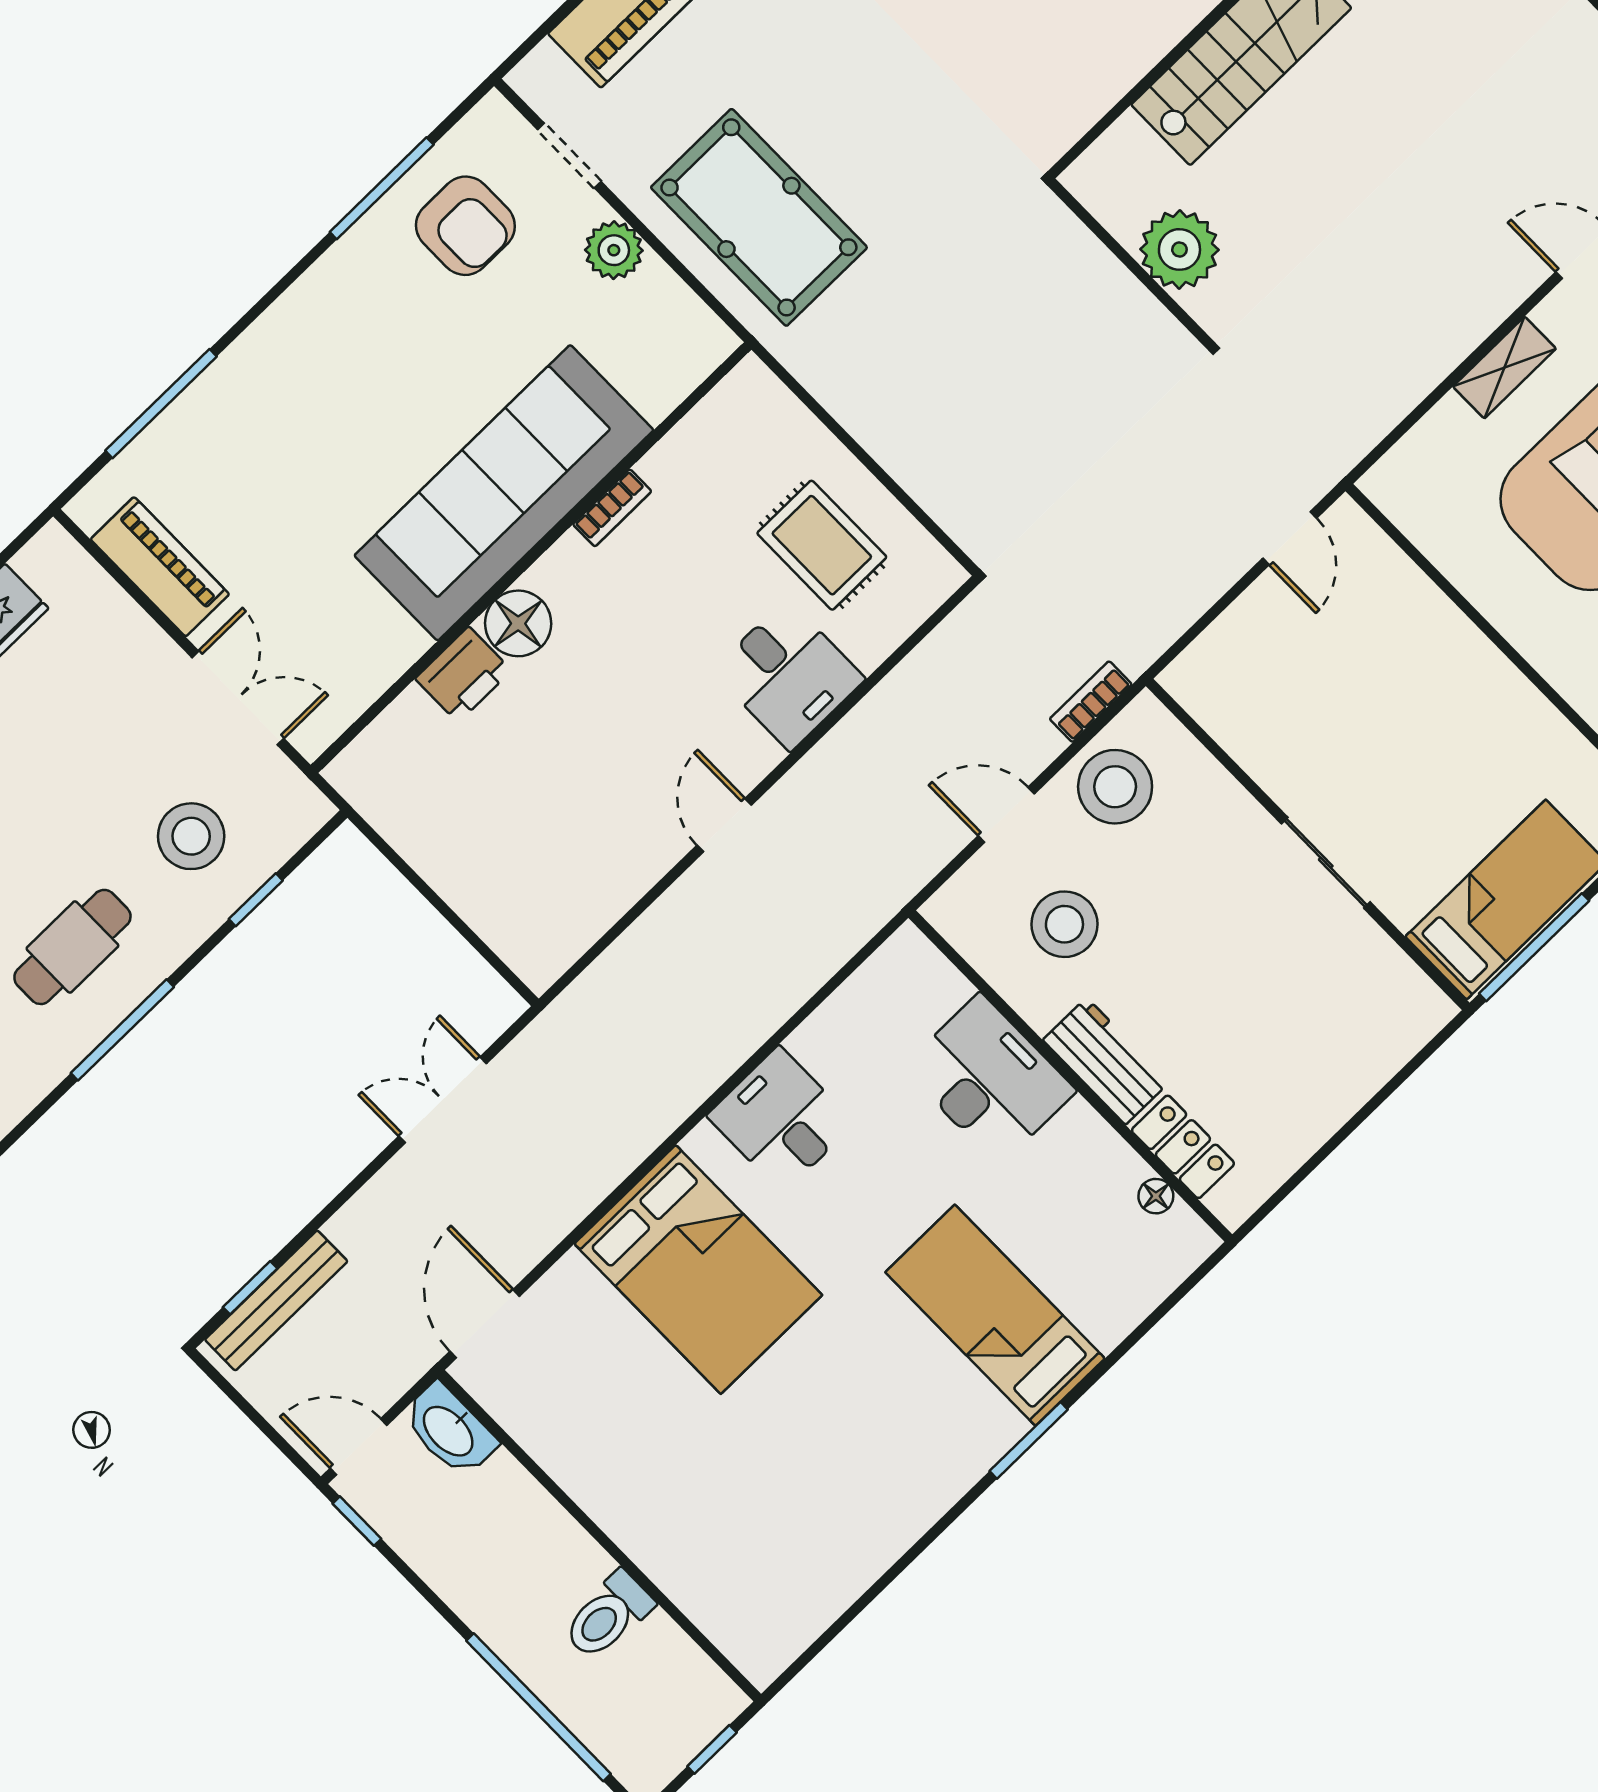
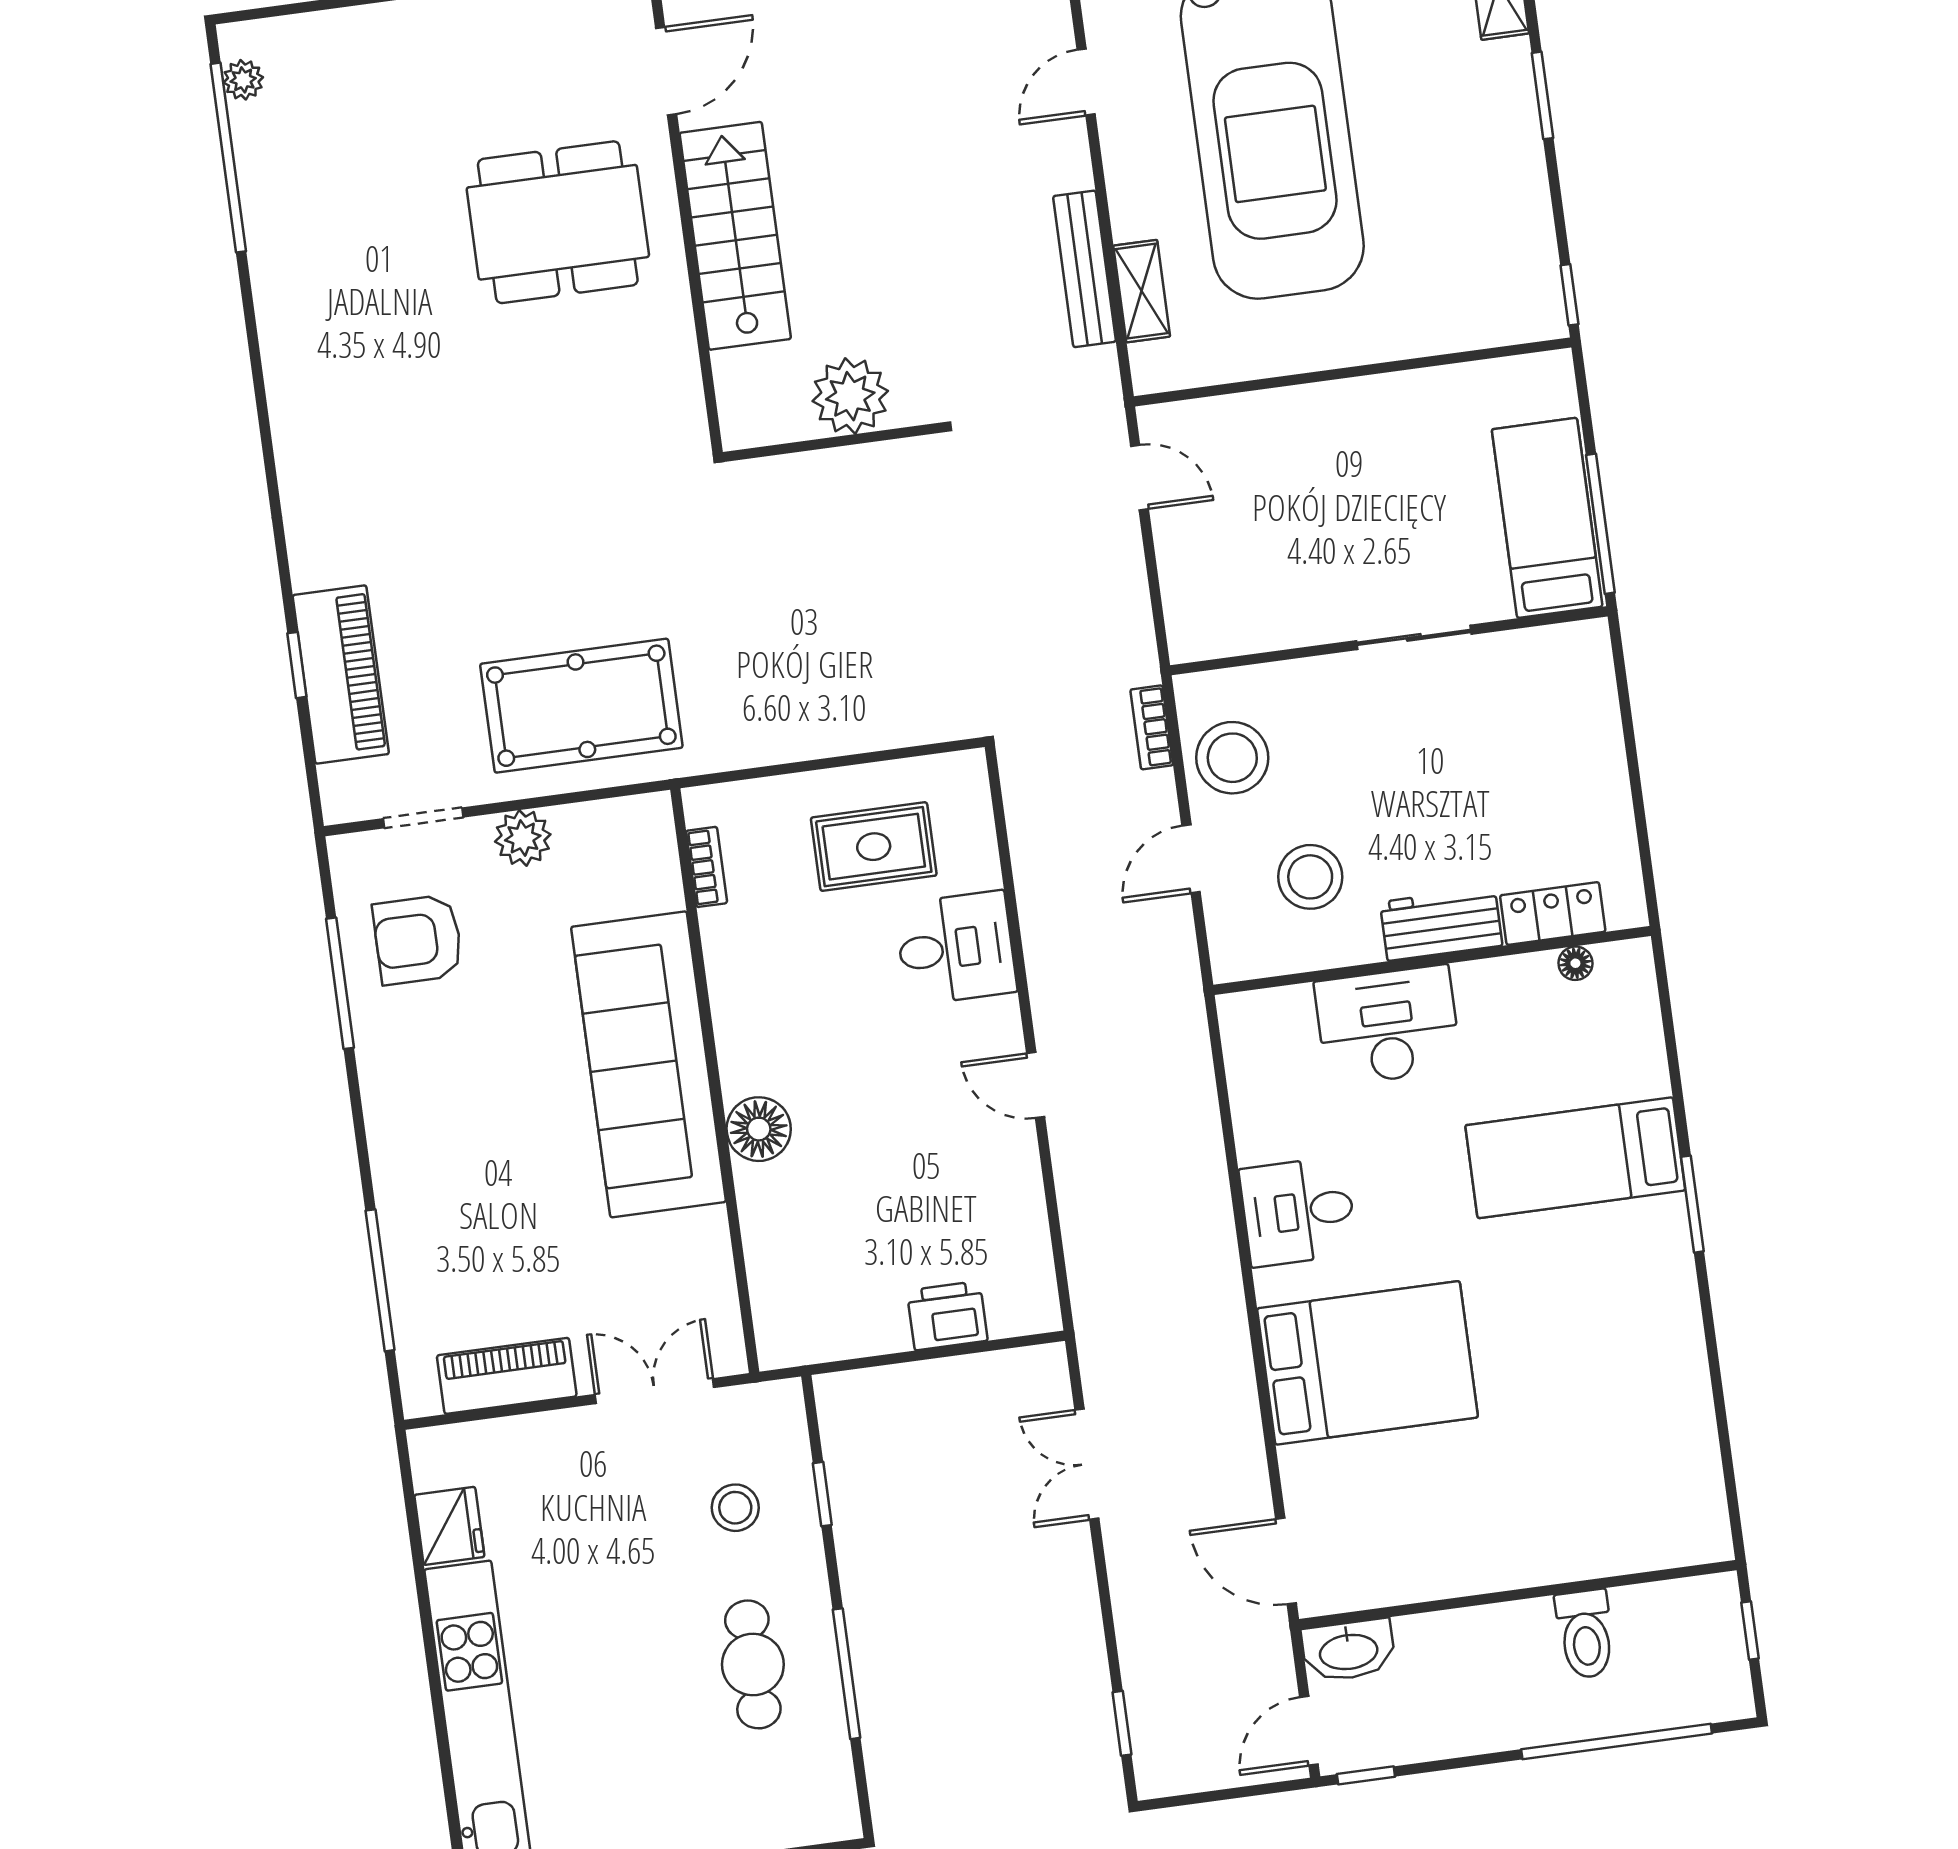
armchair: (465, 226) -> (418, 940), turned 180
shelving: (1505, 368) -> (1142, 291), moved
bookcase: (612, 508) -> (707, 867), moved
printer: (463, 675) -> (947, 1316), moved, turned -90
stool: (191, 836) -> (735, 1508), width x0.73, depth x0.73
bench: (276, 1300) -> (1085, 269), moved

